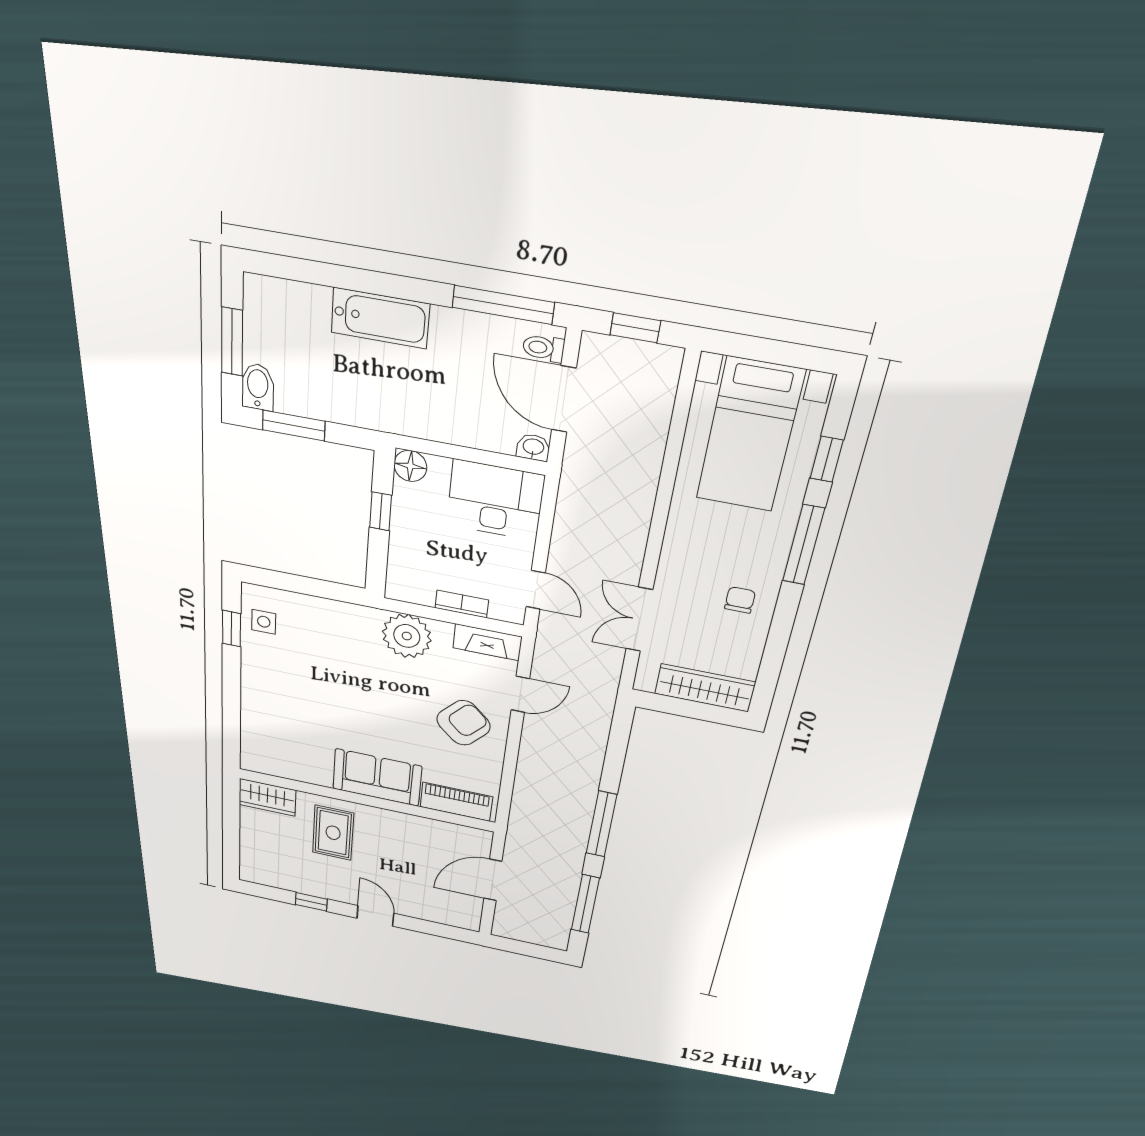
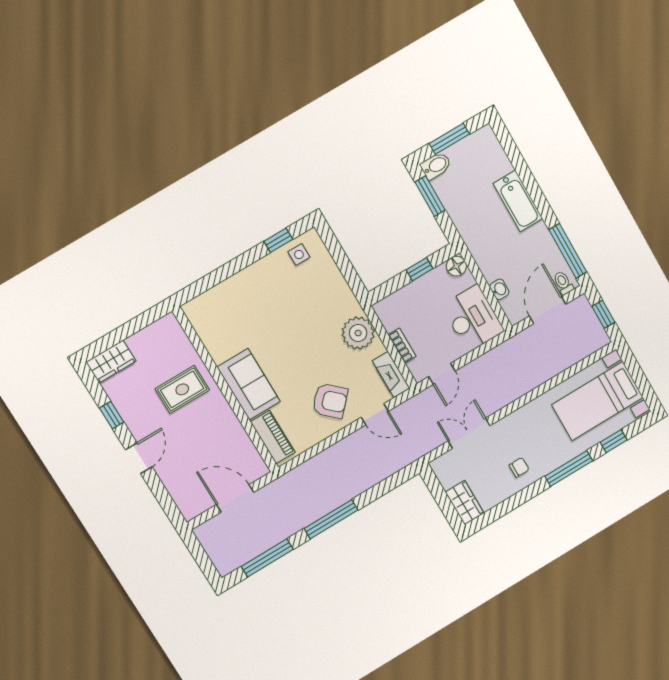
washbasin: (533, 447) -> (499, 289), moved
wardrobe: (705, 688) -> (465, 503), width x0.67
wardrobe: (267, 797) -> (111, 362), moved, turned -90

